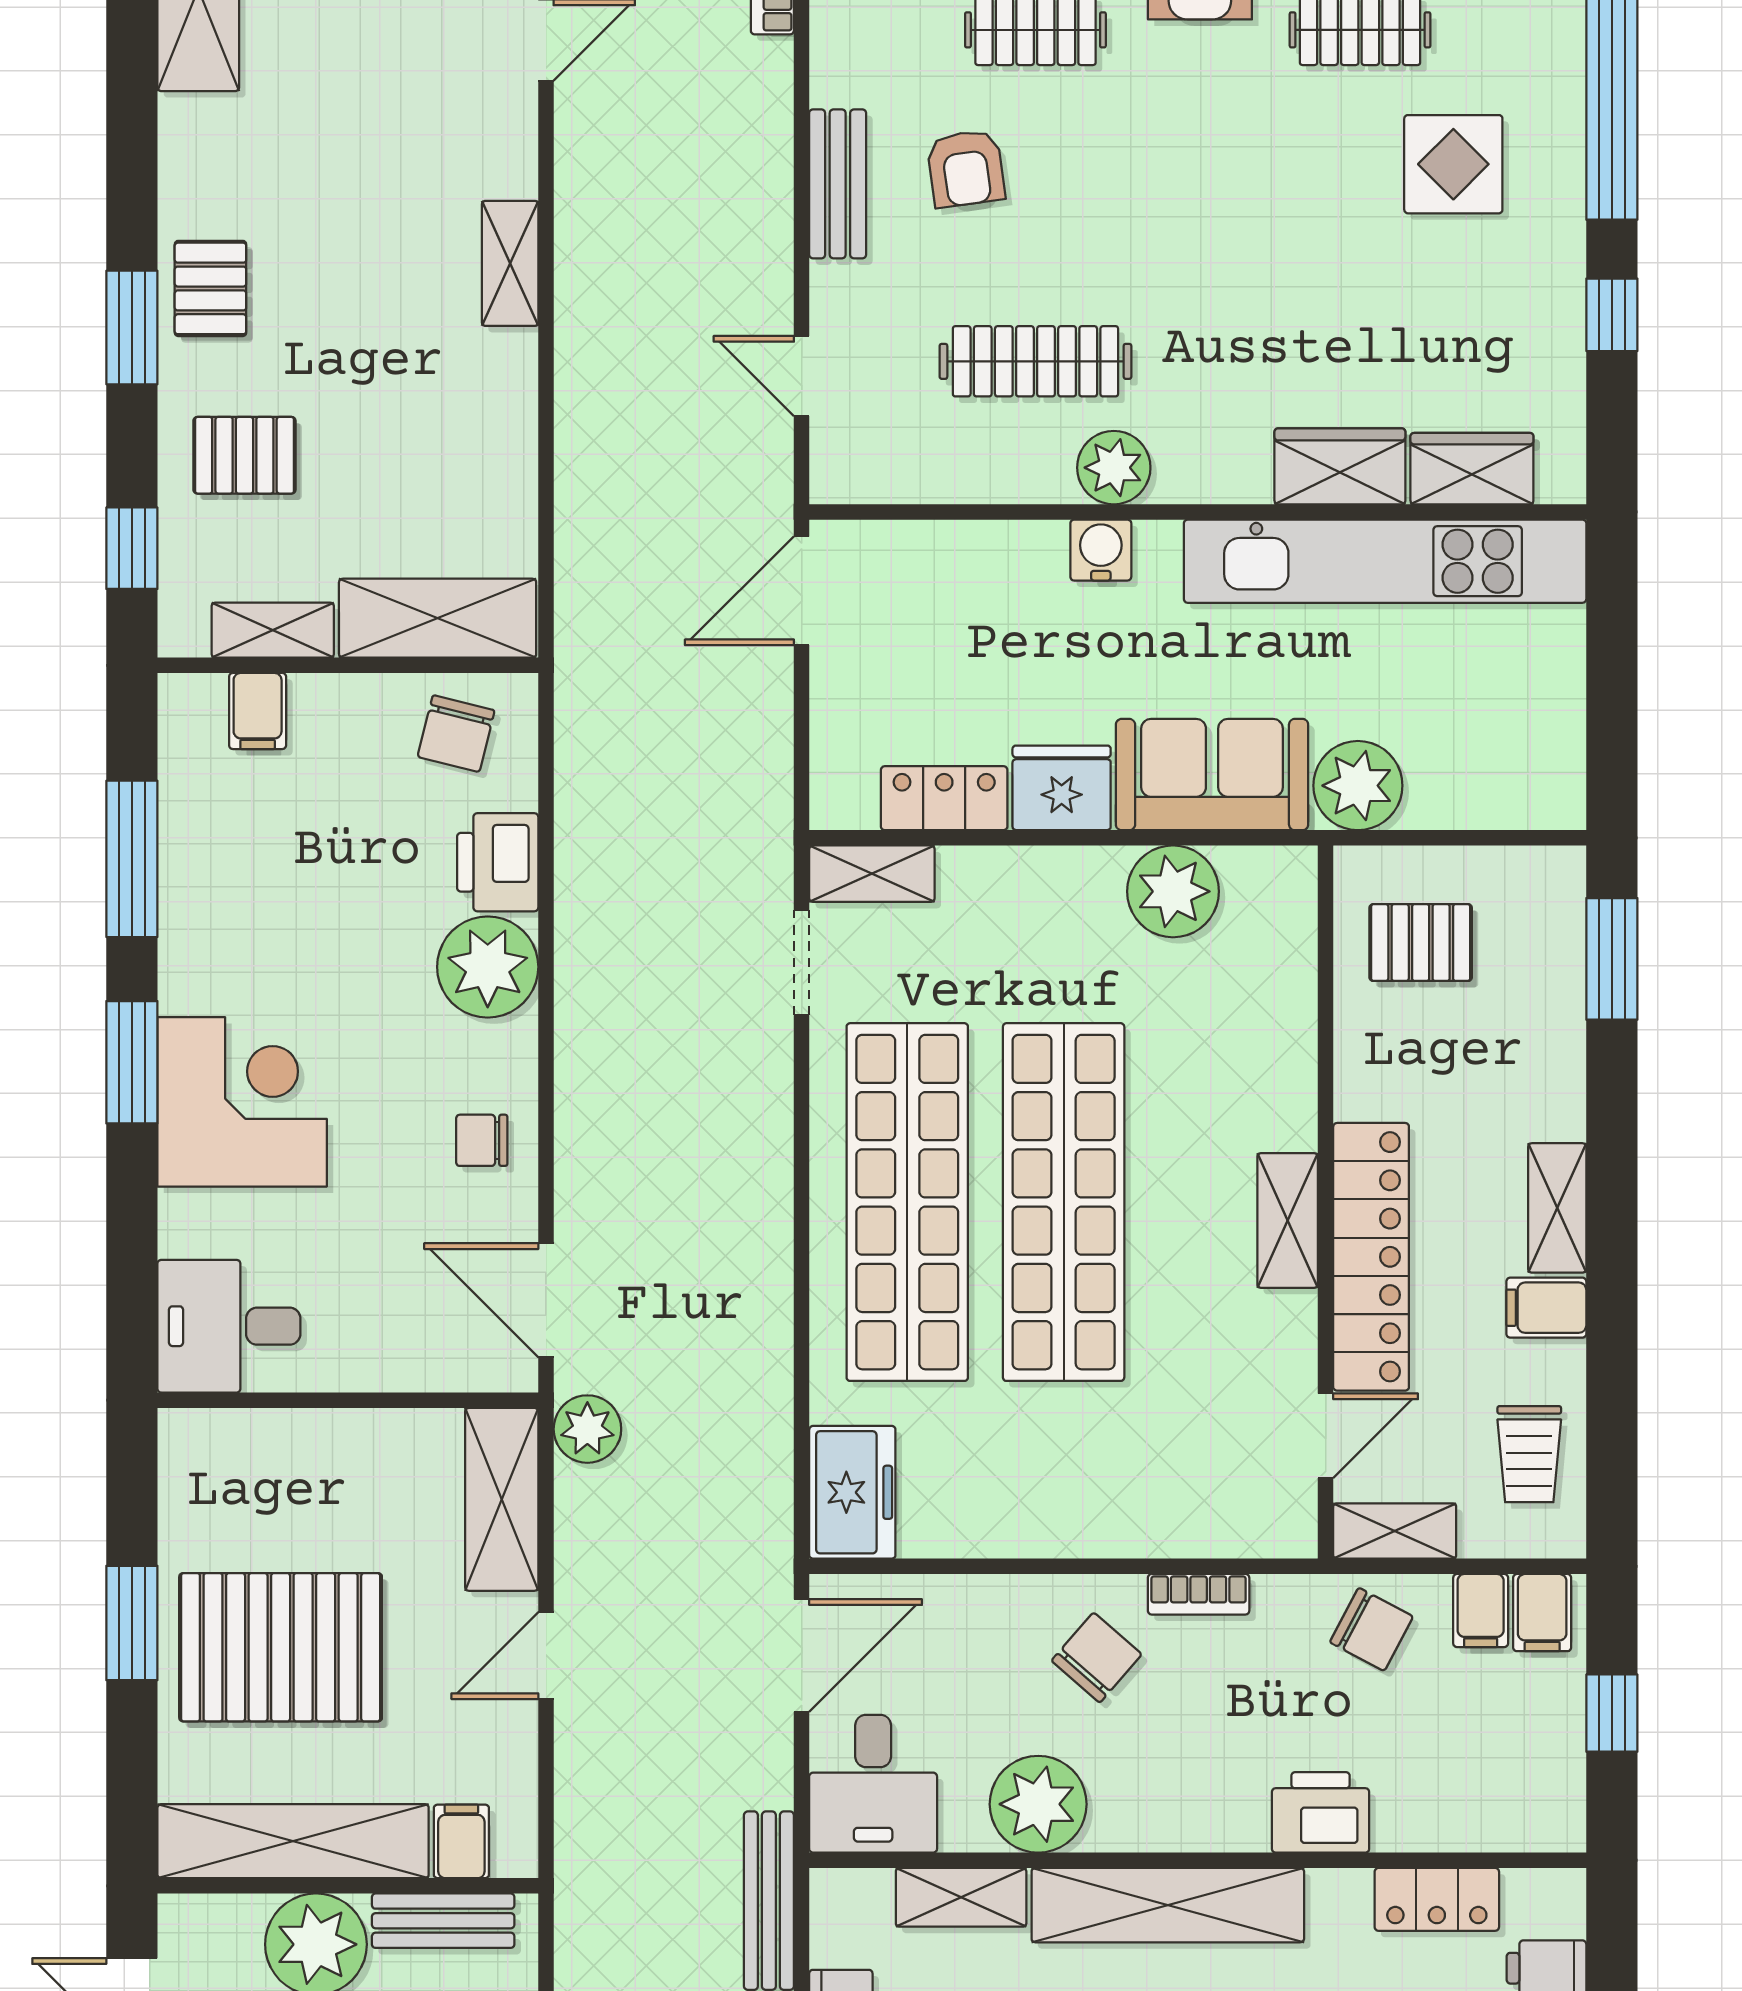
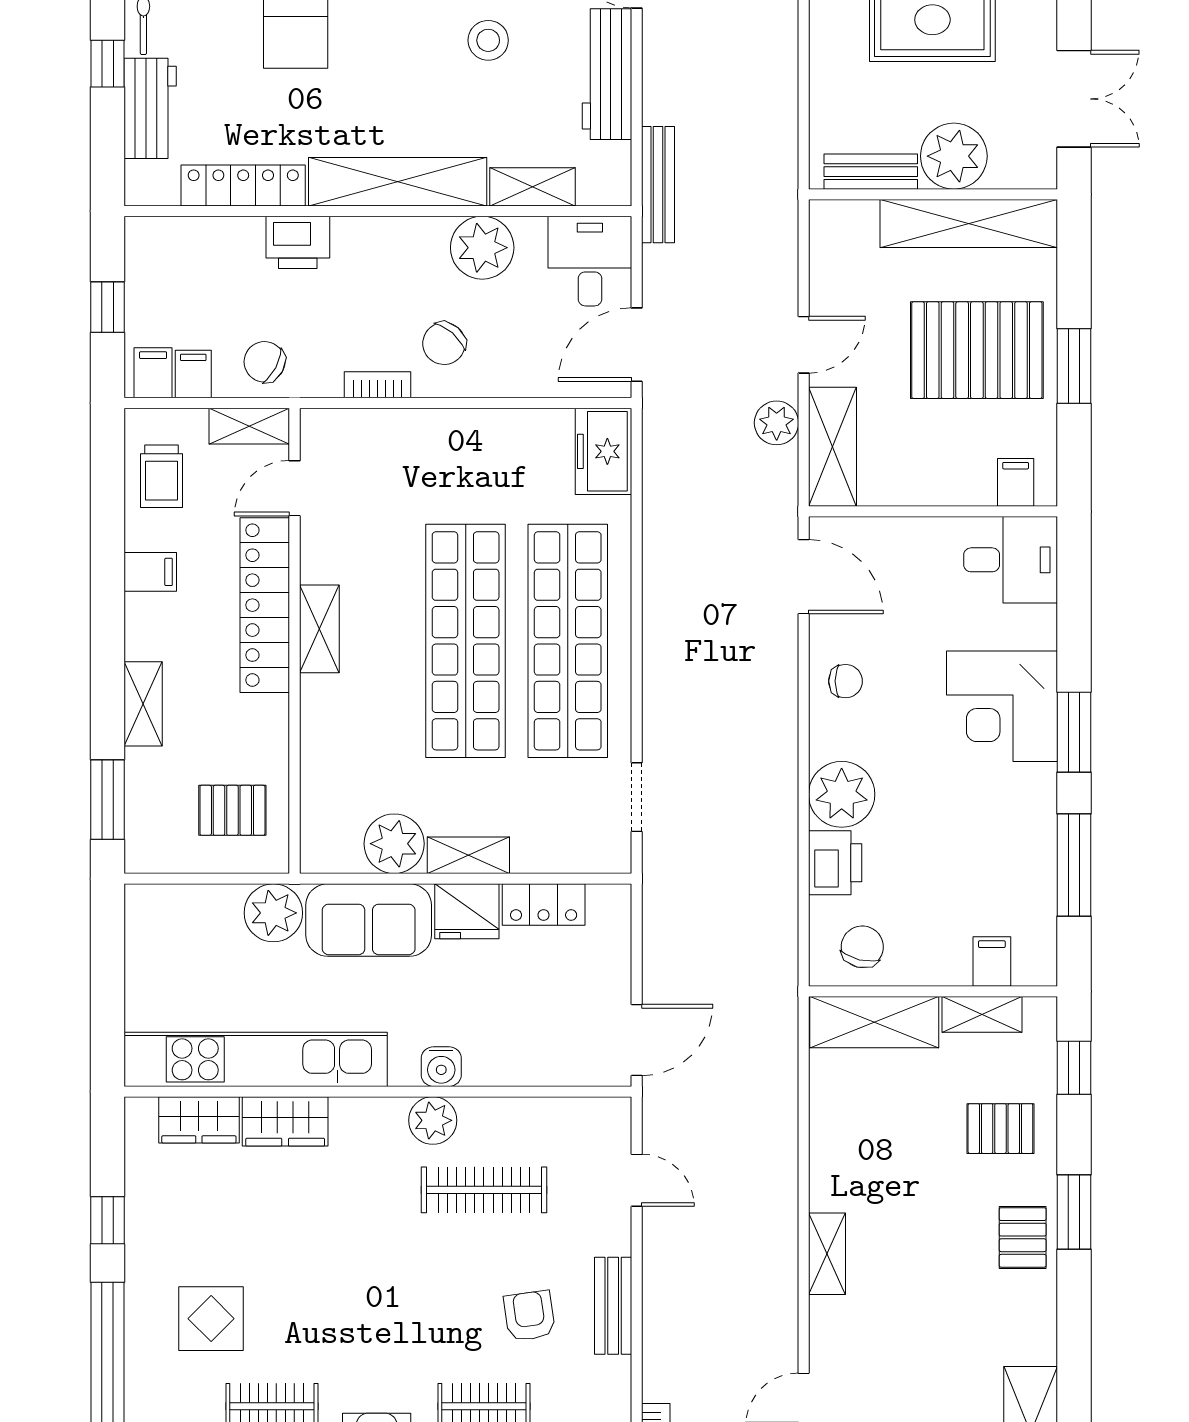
shelving: (872, 874) -> (468, 855), moved
shelving: (1557, 1208) -> (143, 704), moved
plant: (587, 1429) -> (777, 423), moved
trolley: (1529, 1454) -> (161, 476), turned 180
filing cabinet: (461, 1841) -> (1016, 482), moved, turned 180
locker: (1437, 1899) -> (243, 186), width x1.53

